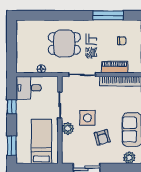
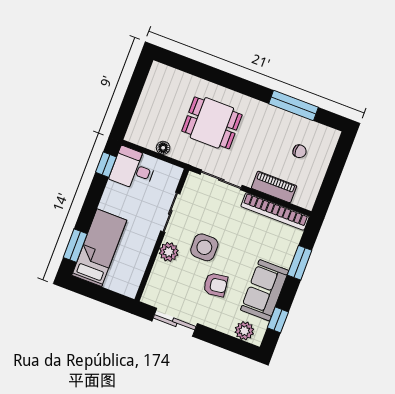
window: (12, 107) -> (106, 165), moved
armchair: (102, 137) -> (215, 285), turned -82
bed: (41, 141) -> (99, 248), moved

